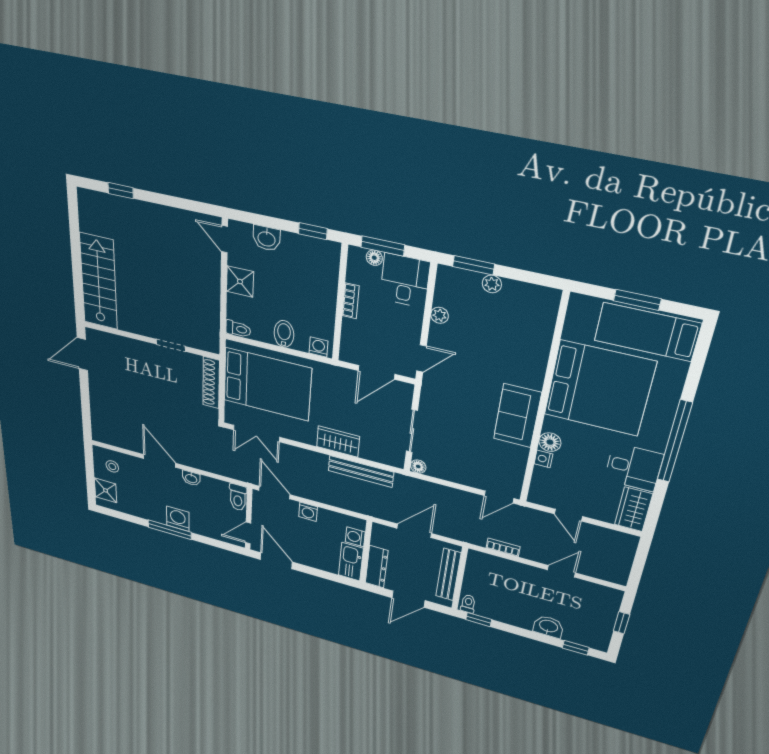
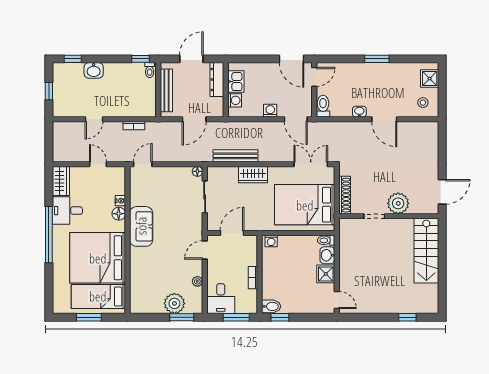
washbasin: (267, 238) -> (327, 255), moved, turned -90
floor lamp: (374, 258) -> (241, 309), removed
plant: (492, 284) -> (174, 303), width x1.88, depth x1.88
bed: (647, 332) -> (98, 296), moved, turned 180
bidet: (284, 334) -> (271, 306), moved, turned -90
plant: (139, 354) -> (398, 203), added
washing machine: (178, 519) -> (370, 71), removed
window: (170, 530) -> (377, 59), width x0.69
kitchen sink: (351, 562) -> (236, 82), width x0.73

